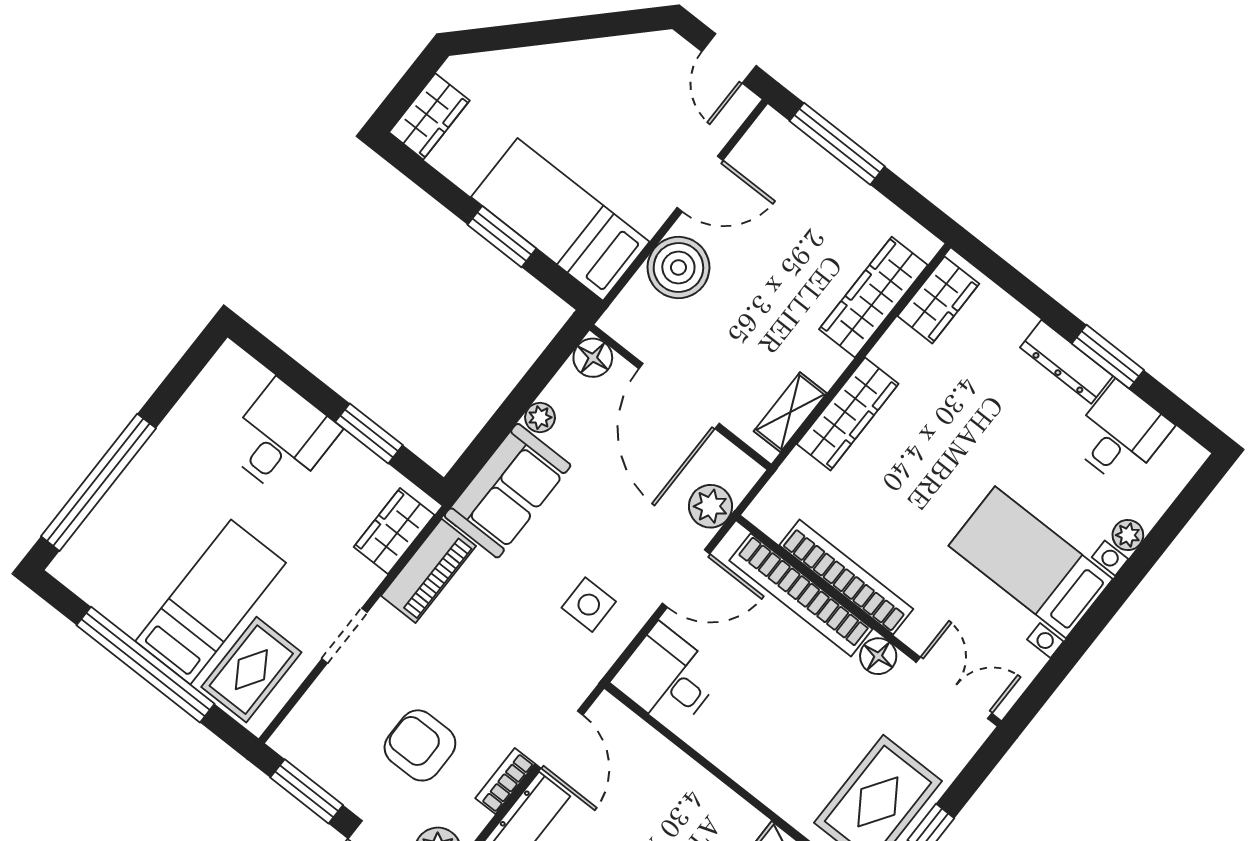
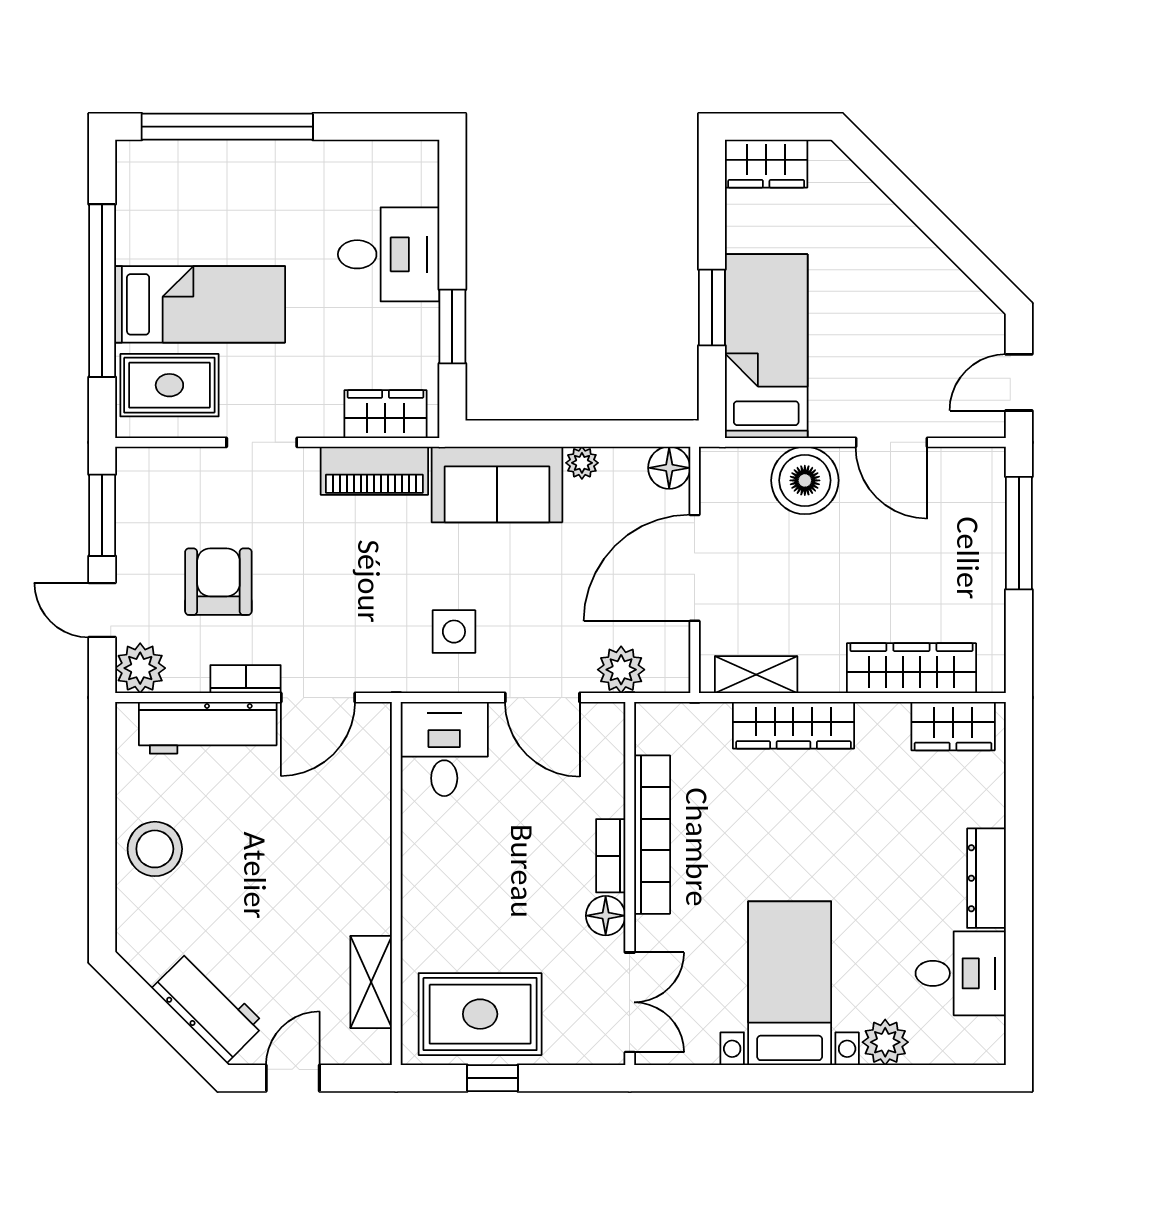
window: (1108, 357) -> (1019, 910), removed
plant: (1128, 535) -> (885, 1042), width x1.38, depth x1.38
bookcase: (801, 595) -> (611, 856), width x0.43, depth x0.76

